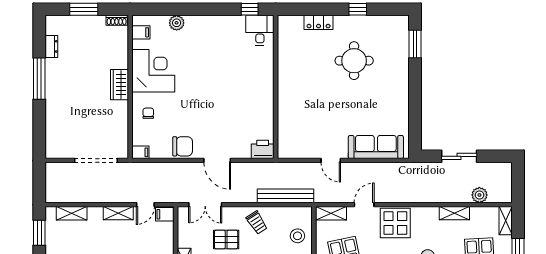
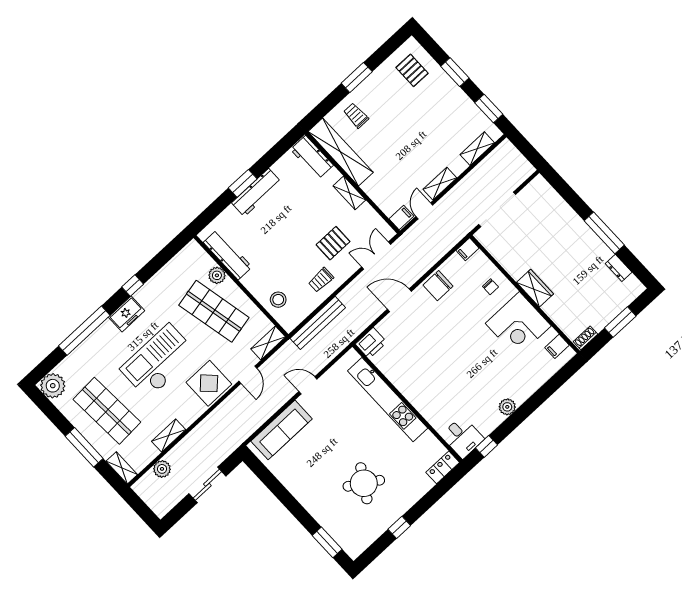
locker: (319, 22) -> (443, 467), moved
plant: (177, 23) -> (507, 407), moved
round table: (354, 61) -> (364, 483), turned 32
kitchen unit: (286, 102) -> (388, 400), added
trolley: (257, 223) -> (321, 280), turned -57

